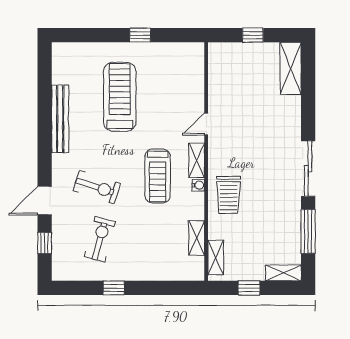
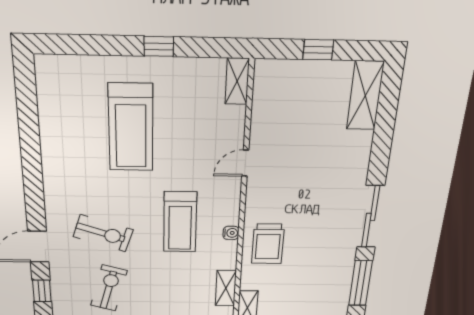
treadmill: (120, 97) -> (131, 128), turned 180
bench: (60, 119) -> (52, 154), removed
shelving: (197, 160) -> (237, 81), moved

